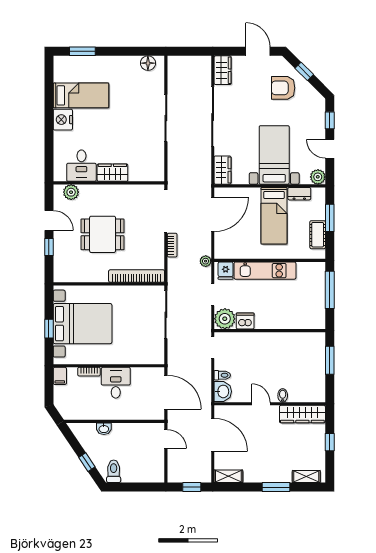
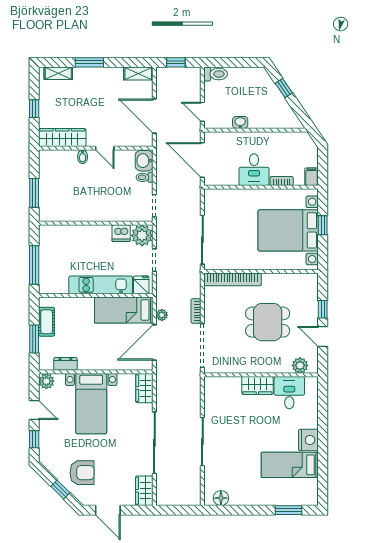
bed: (274, 216) -> (124, 310), moved, turned -90
plant: (206, 261) -> (162, 315), moved
washbasin: (104, 429) -> (240, 122), moved
toilet: (114, 471) -> (216, 74), moved, turned -90

